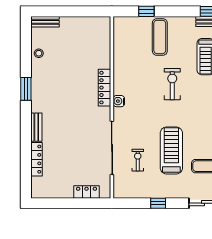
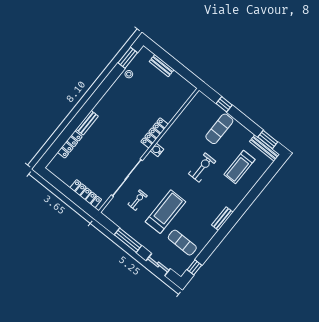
bench: (45, 22) -> (162, 66), moved
window: (26, 89) -> (128, 58), moved
locker: (86, 192) -> (86, 194), width x1.53
window: (158, 203) -> (128, 240), width x2.17

